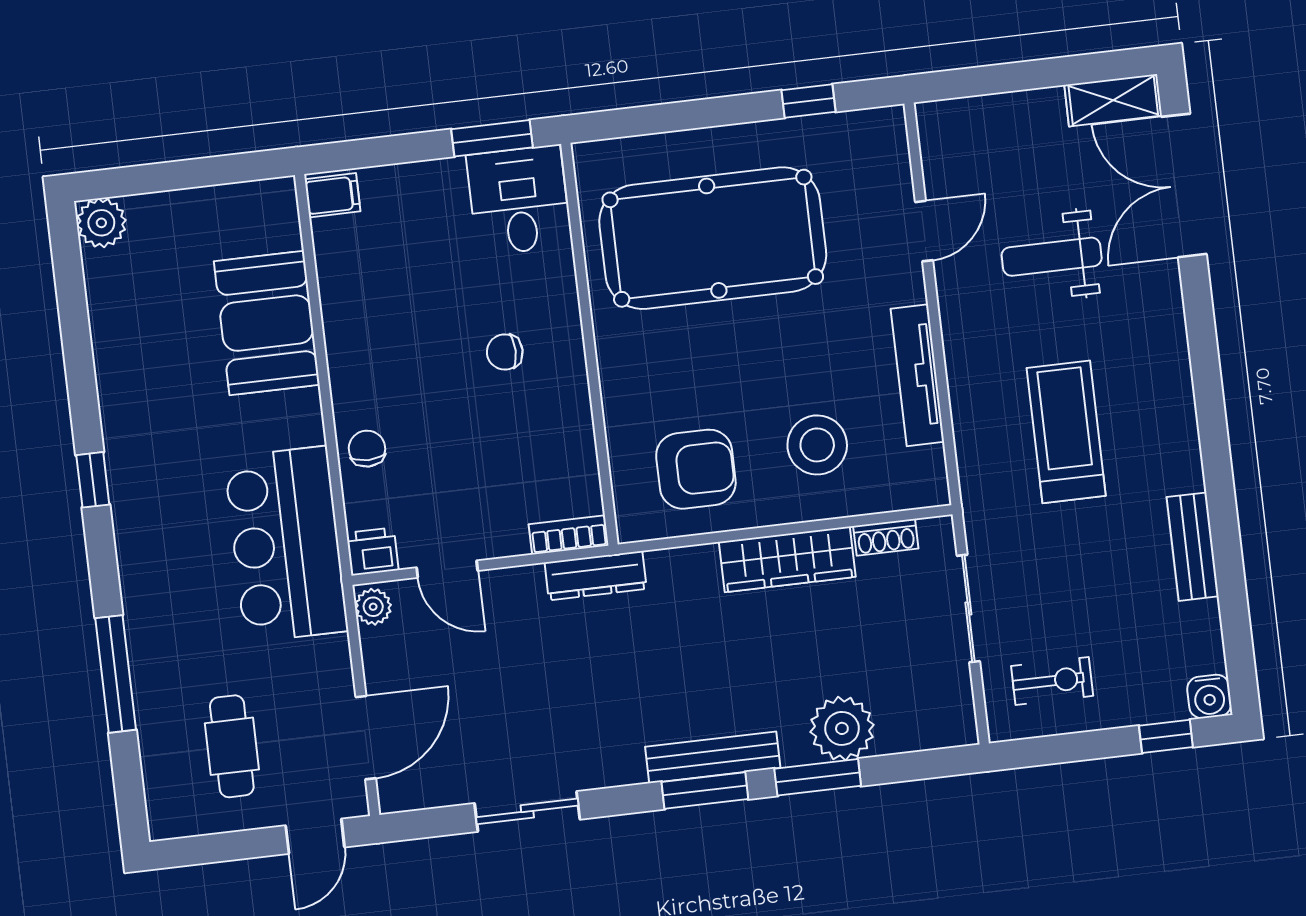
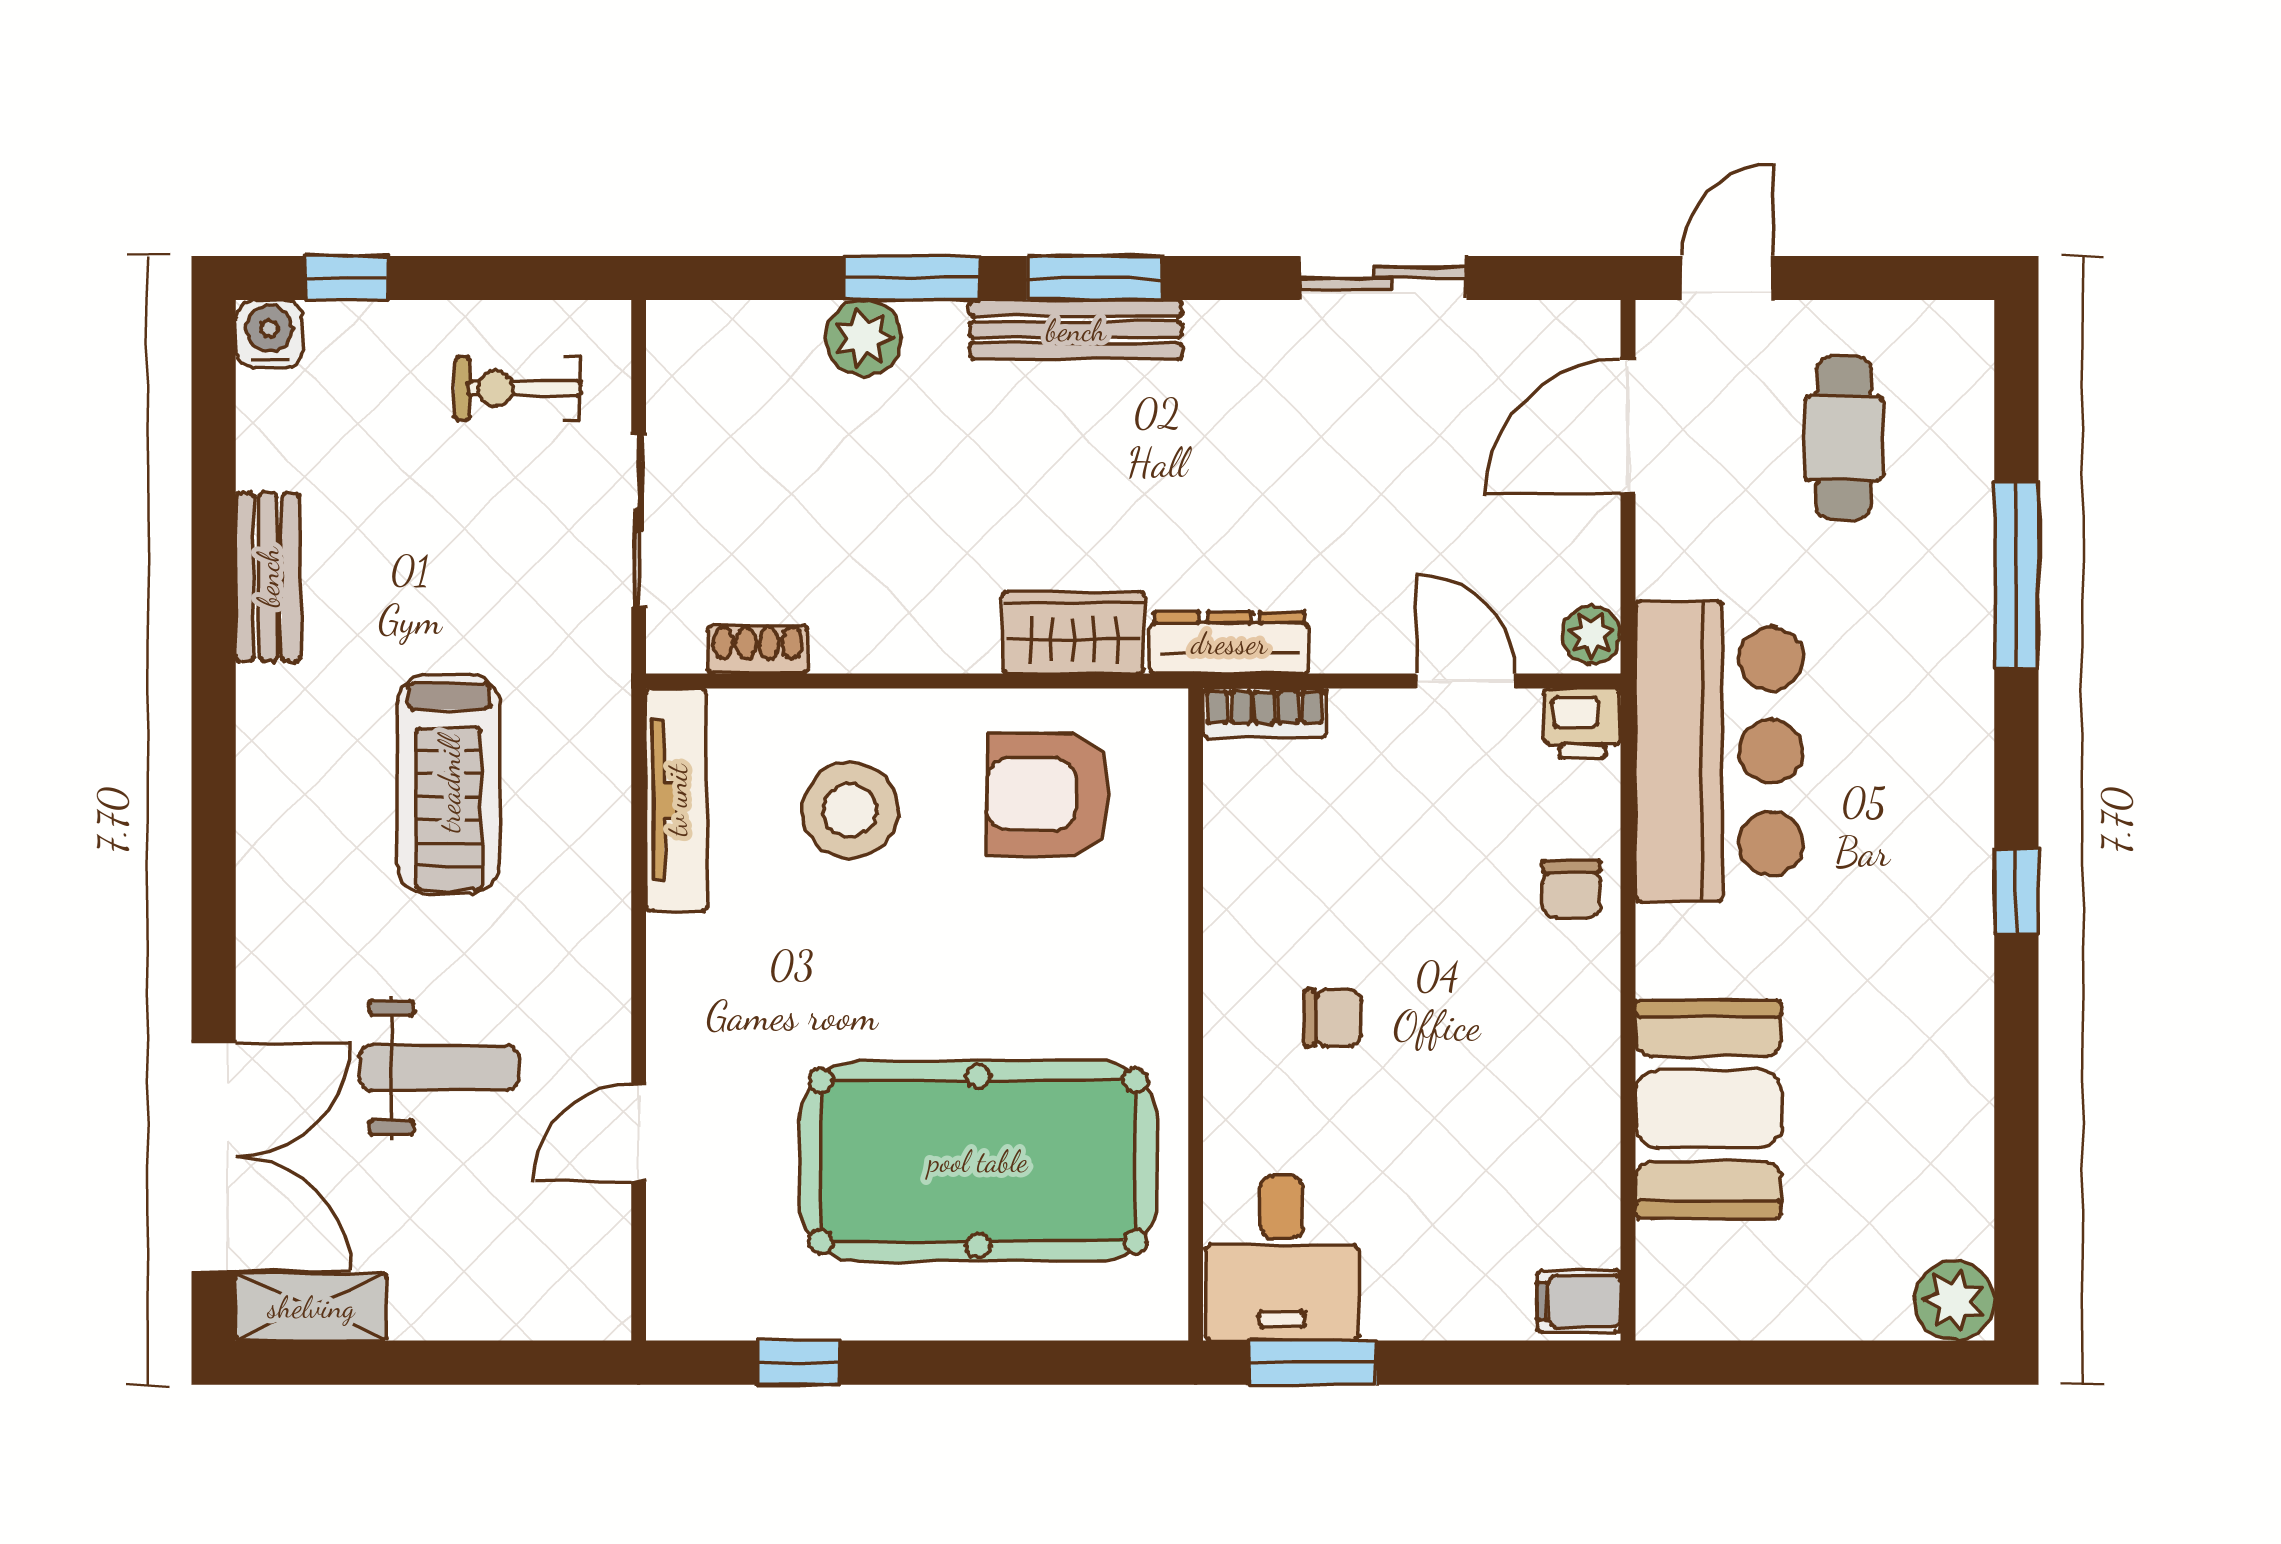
tv unit: (917, 375) -> (676, 800), moved
wardrobe: (787, 559) -> (1073, 633), moved, width x0.67
plant: (842, 728) -> (864, 338), width x0.73, depth x0.73

